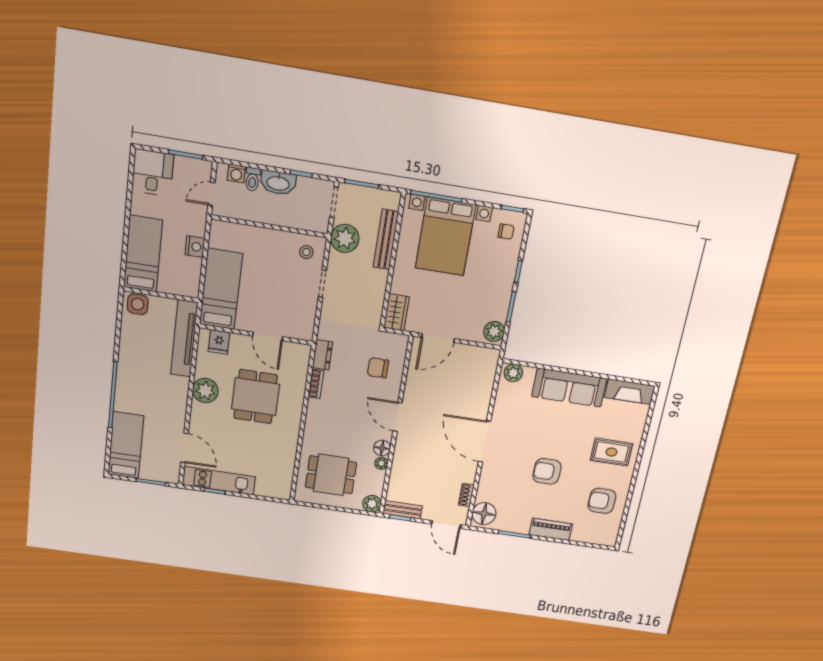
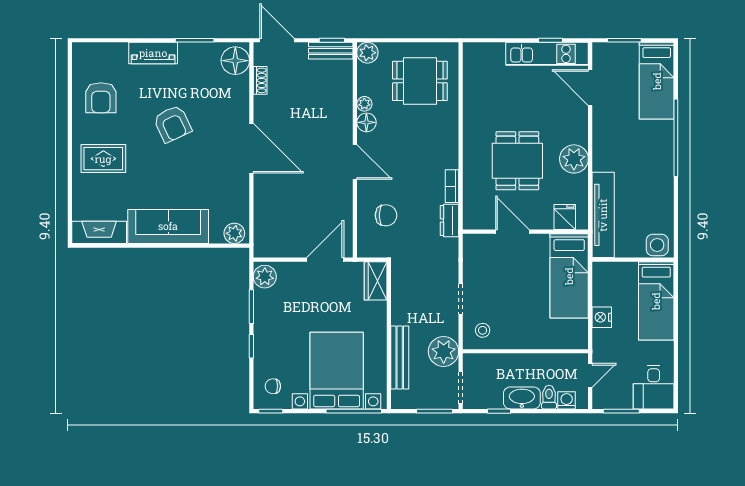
armchair: (547, 471) -> (173, 124), turned 65
armchair: (602, 501) -> (101, 98), turned 90

